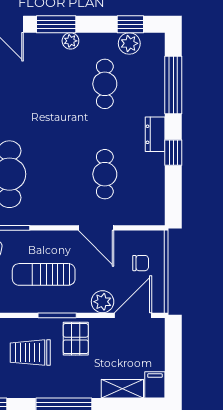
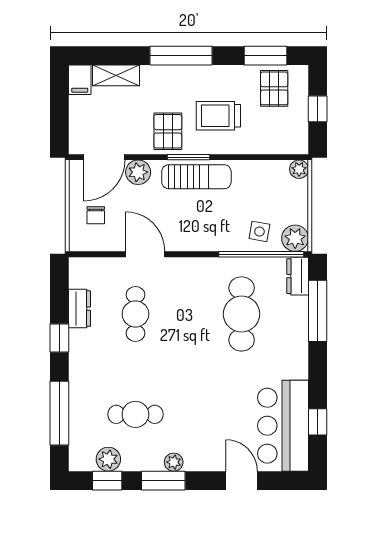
window: (56, 24) -> (163, 481), moved
cafe table: (105, 84) -> (135, 414), turned 90
dresser: (155, 134) -> (80, 309), moved
chair: (141, 263) -> (96, 215), turned -90
sun lounger: (44, 274) -> (196, 177), moved
trolley: (30, 353) -> (218, 116), turned 180

